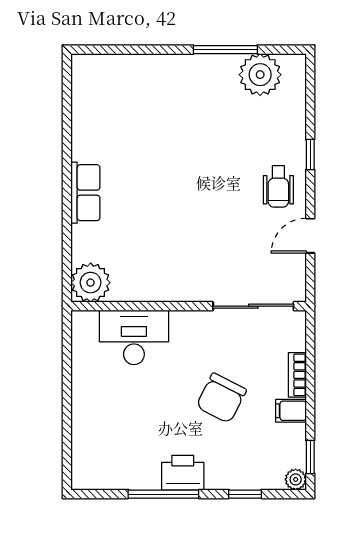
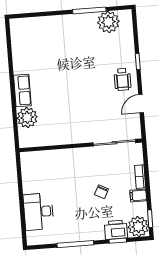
plant: (91, 283) -> (27, 117), moved
desk: (134, 337) -> (39, 212), moved, turned -90
chair: (221, 398) -> (101, 192), width x0.54, depth x0.54
printer: (183, 473) -> (116, 230), moved
plant: (296, 479) -> (138, 227), width x1.88, depth x1.88

